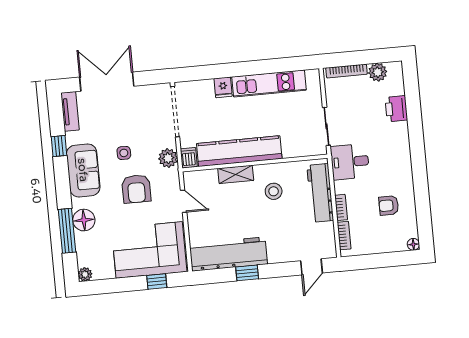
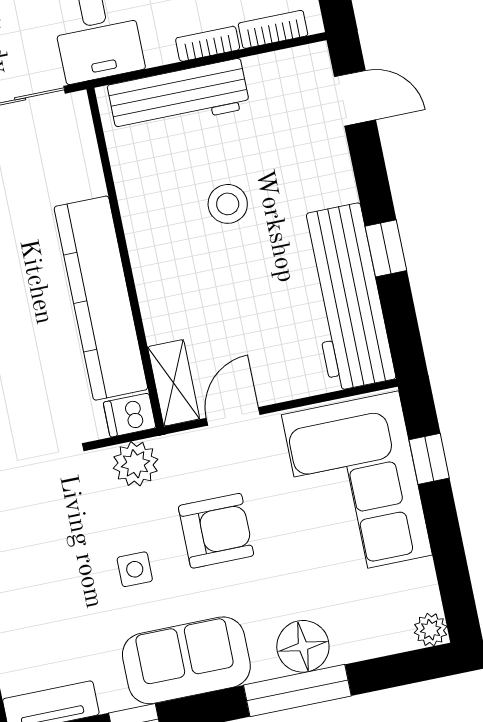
shelving: (236, 174) -> (174, 383), moved
stool: (274, 191) -> (228, 204), moved
window: (67, 231) -> (297, 690), moved

